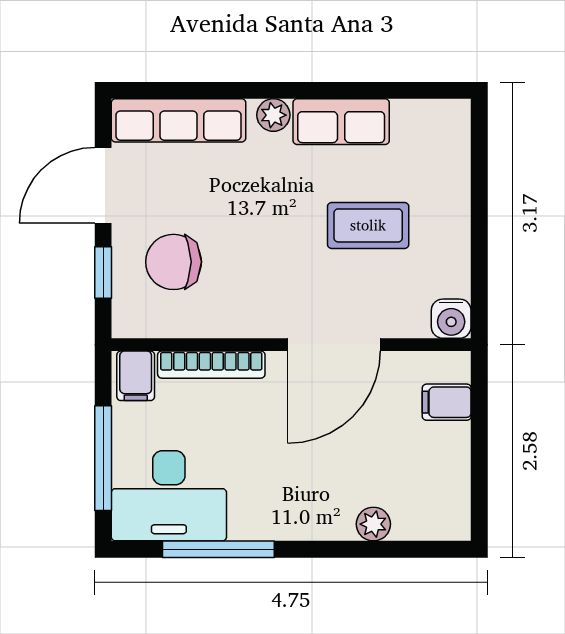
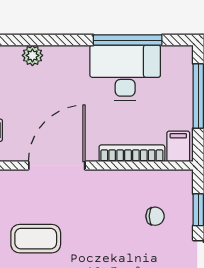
chair: (174, 262) -> (155, 216), width x0.54, depth x0.54
desk: (169, 496) -> (125, 73), moved

